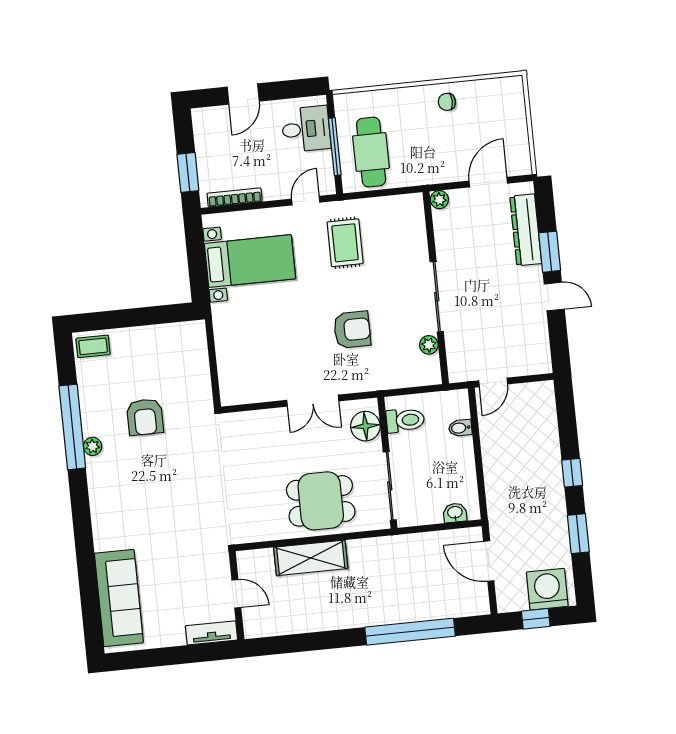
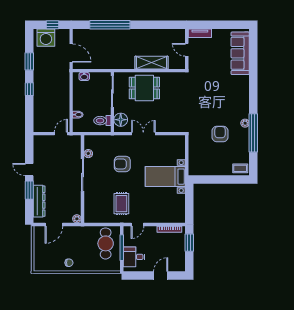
bed with nightstands: (250, 261) -> (165, 177), moved

